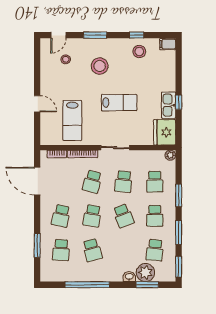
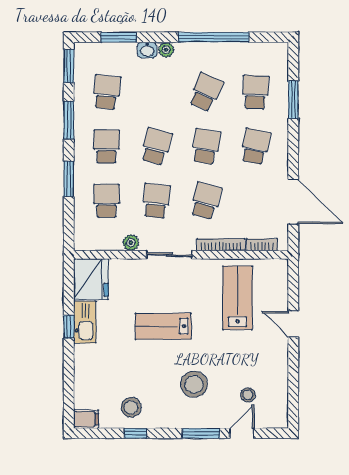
door: (58, 35) -> (242, 433), moved
plant: (170, 155) -> (131, 243), moved
school desk: (124, 216) -> (156, 146), turned 36
school desk: (92, 250) -> (206, 92), turned 39
plant: (145, 273) -> (166, 50), moved, width x0.53, depth x0.53

